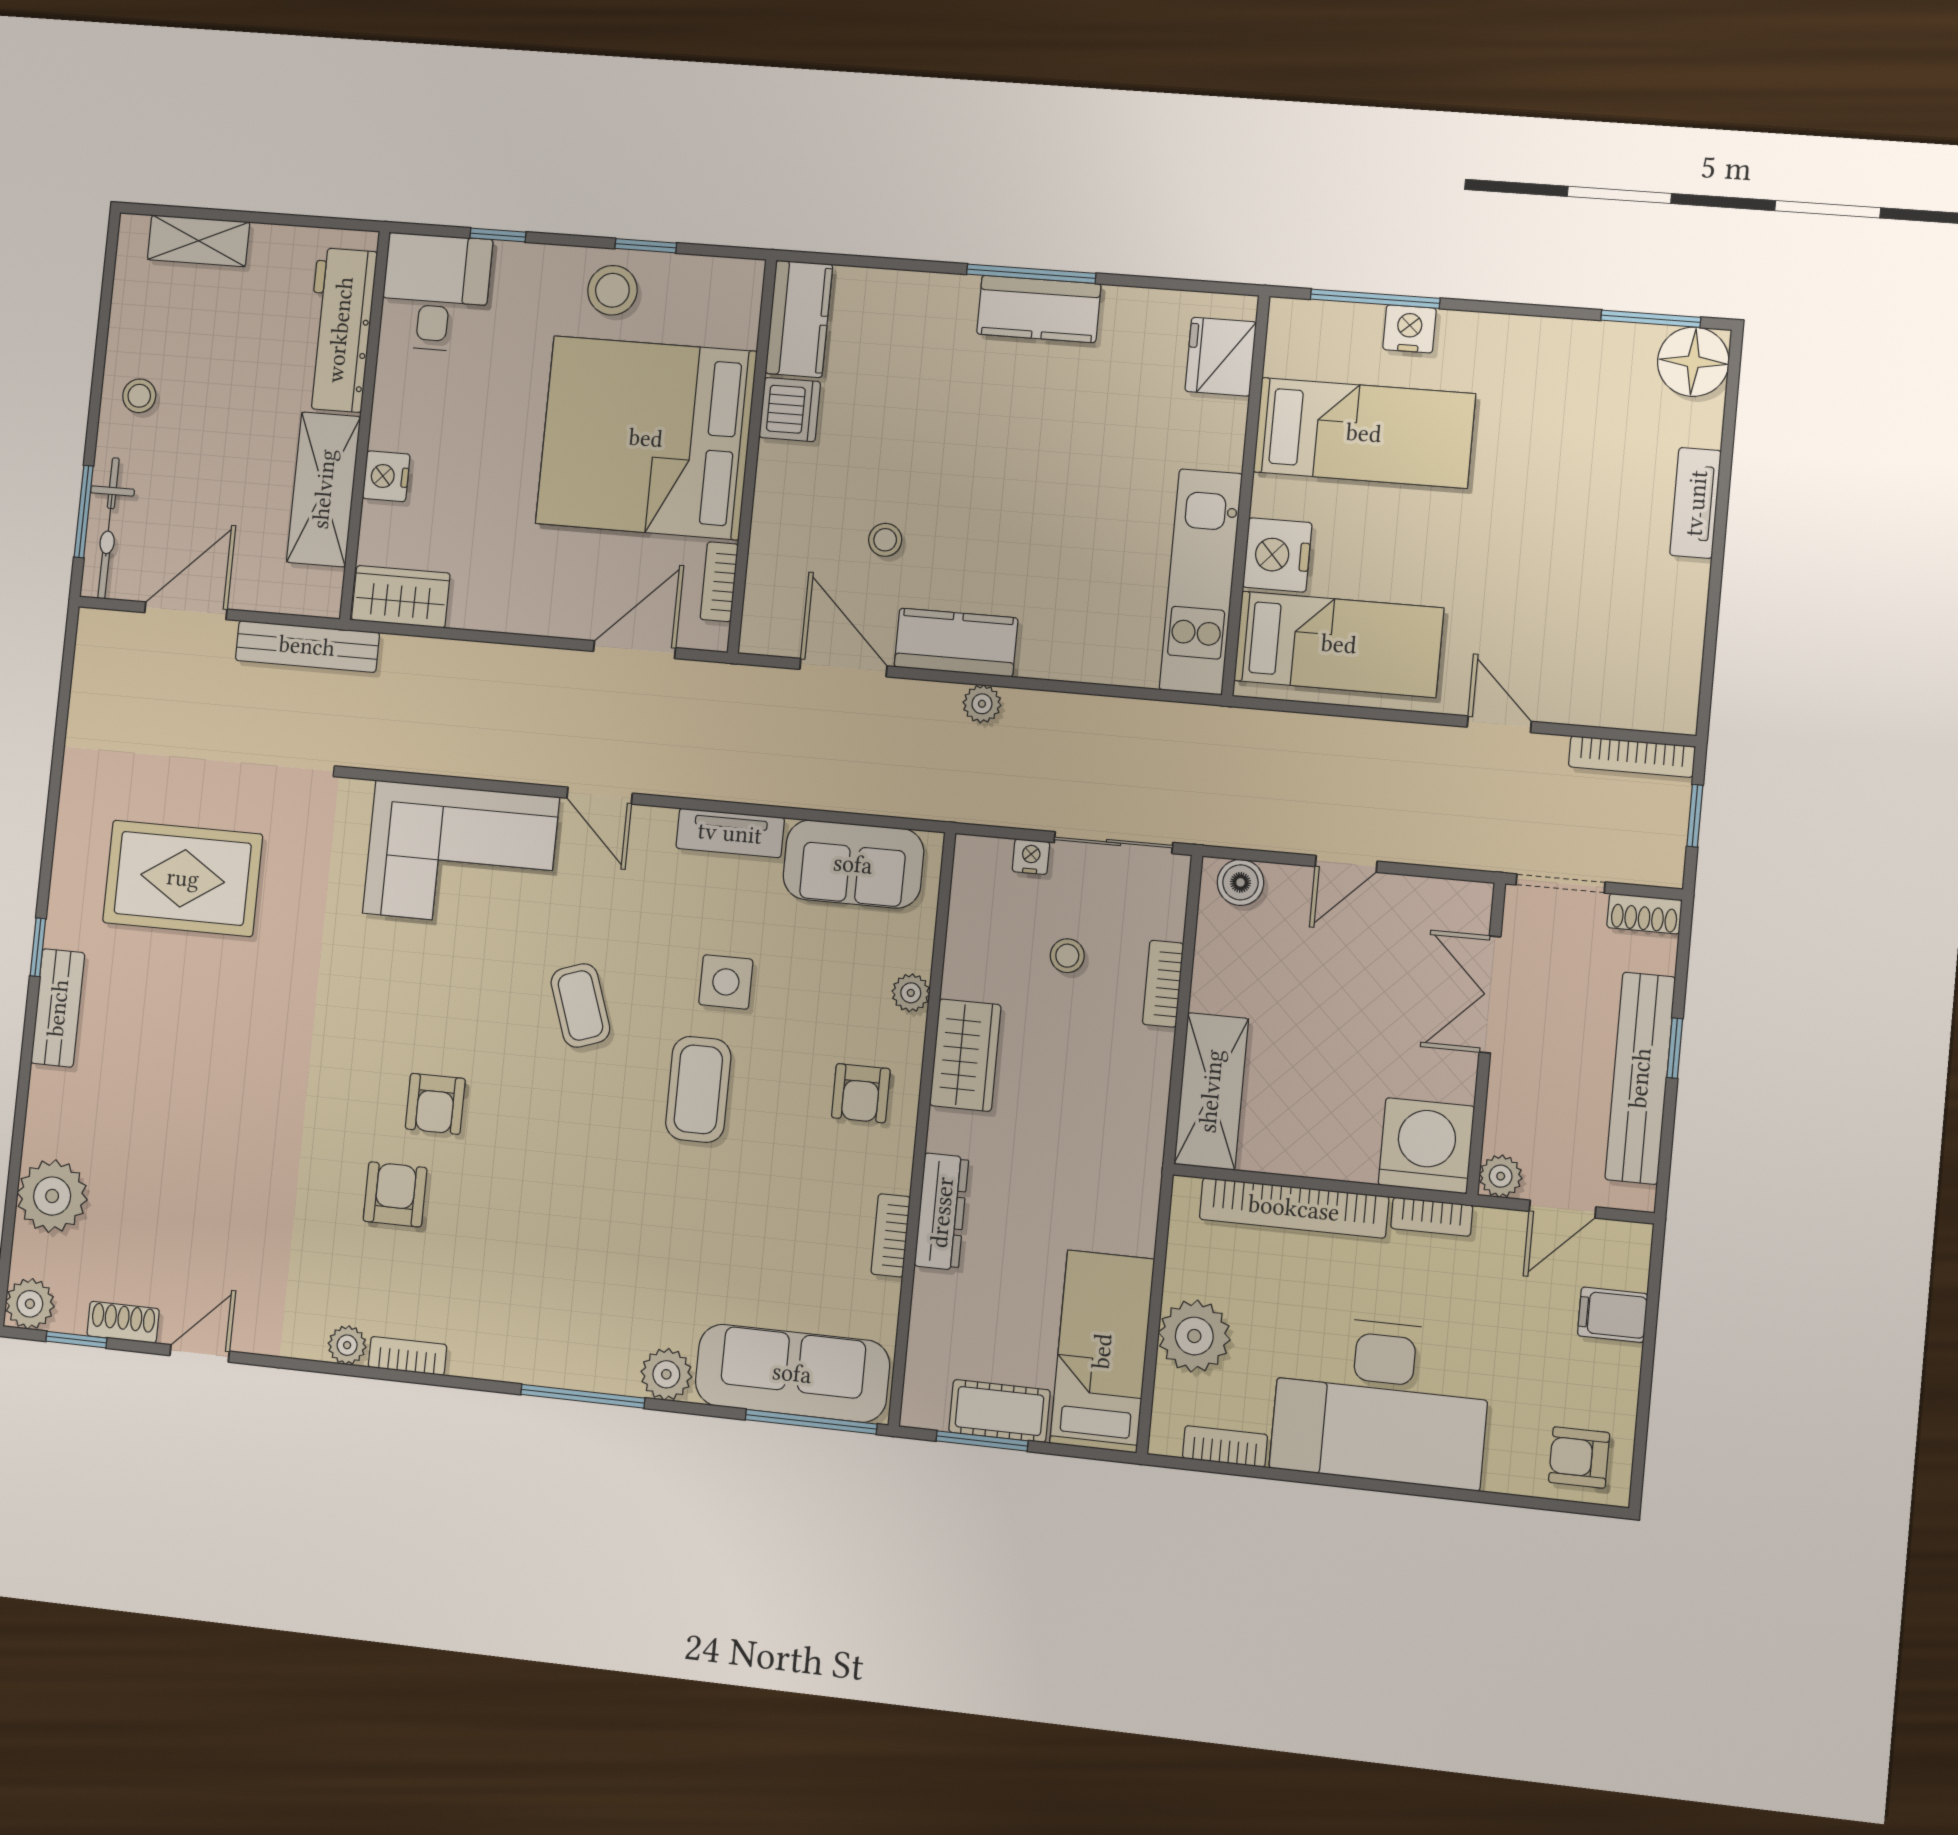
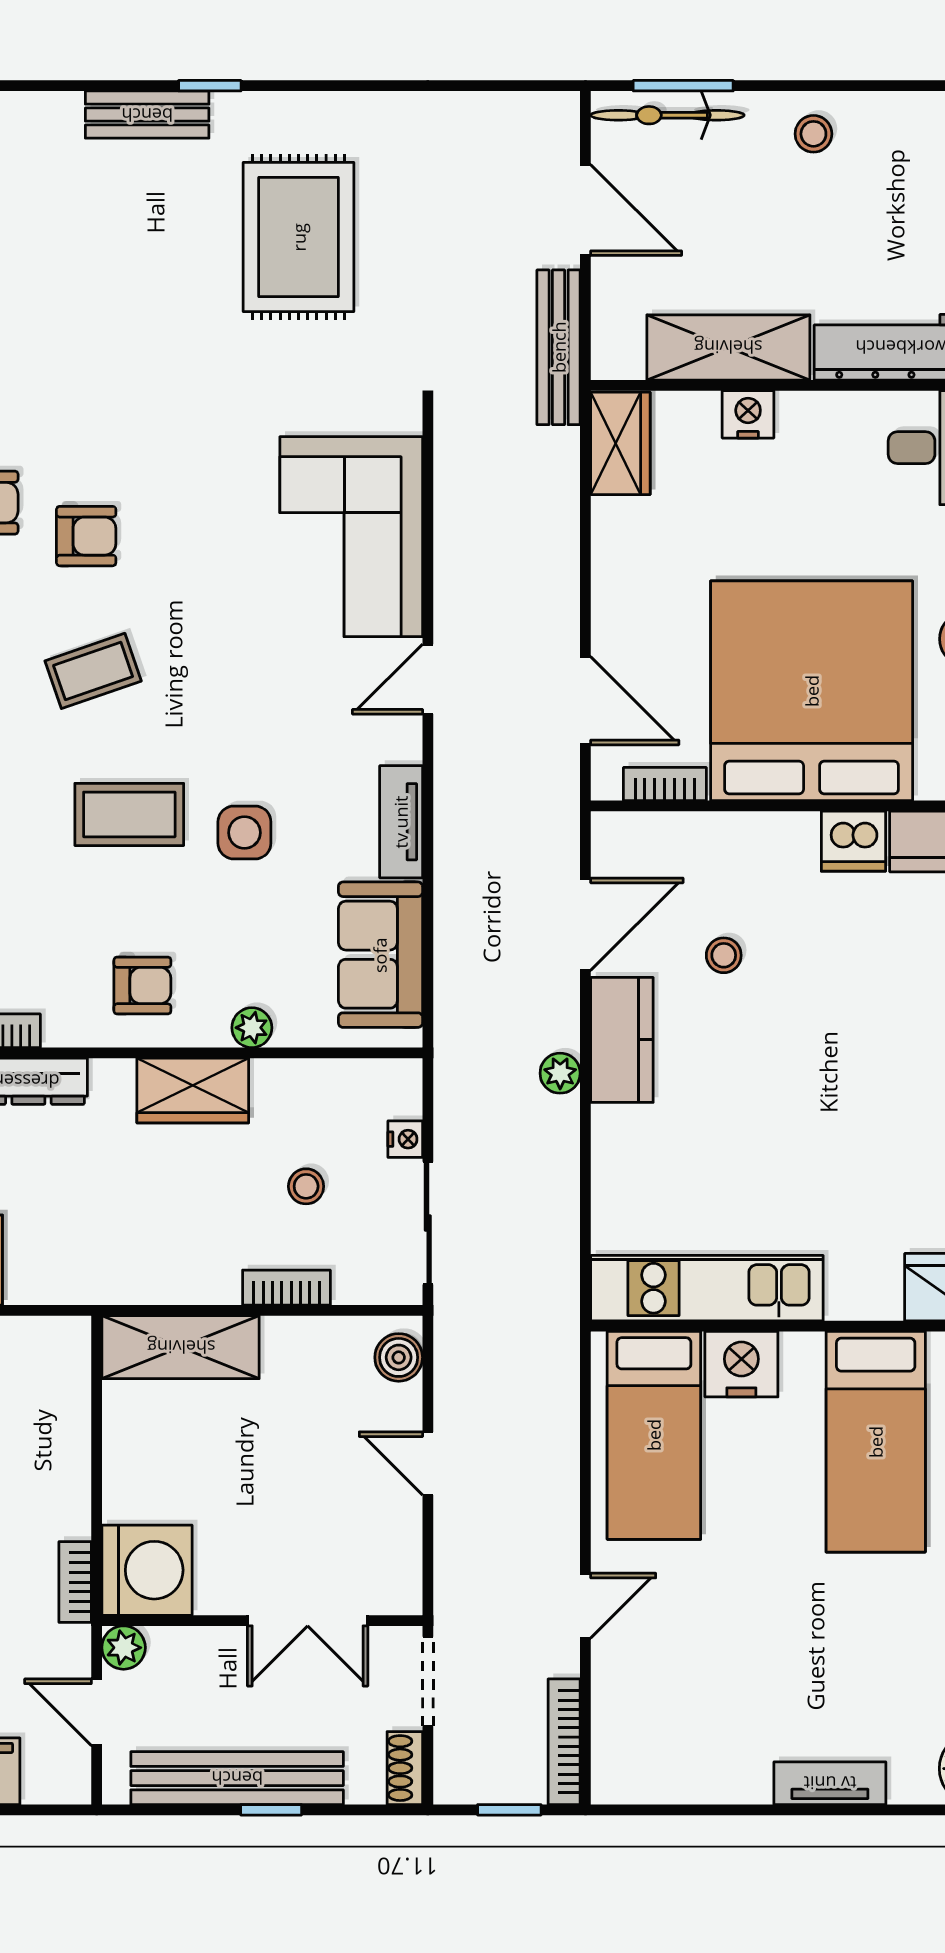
double door: (1490, 994) -> (308, 1621), swing flipped
coffee table: (580, 1005) -> (93, 671), moved
armchair: (861, 1093) -> (142, 986), turned 180
armchair: (435, 1104) -> (86, 536), turned 180
bookcase: (1294, 1208) -> (70, 1442), removed

